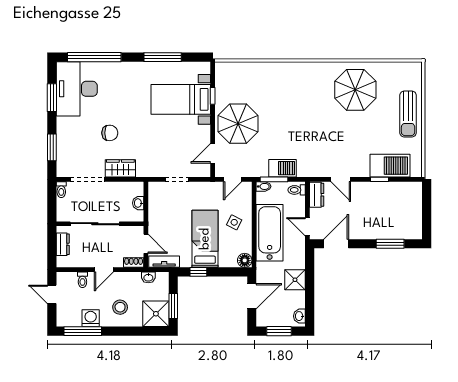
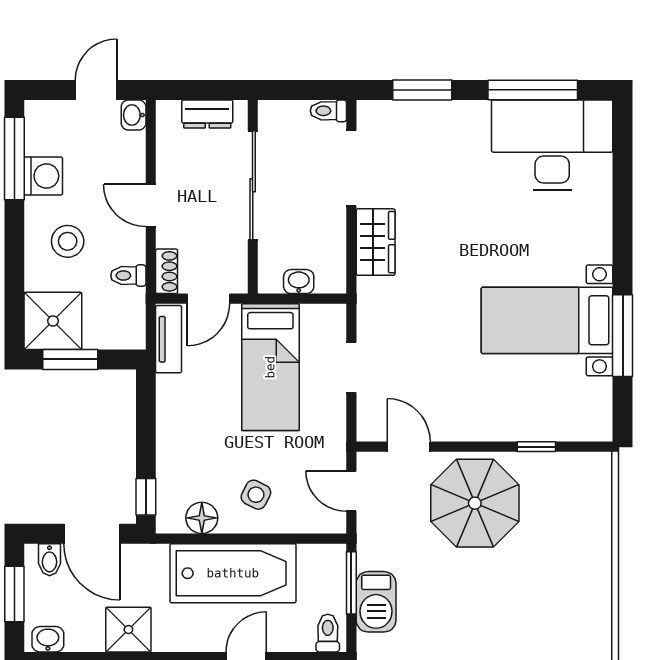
window: (94, 57) -> (623, 184), removed
window: (52, 98) -> (533, 90), width x1.44
bed with nightstands: (181, 99) -> (547, 320), moved, turned -90
chair: (110, 133) -> (454, 218), removed
bidet: (264, 186) -> (50, 560), moved
bed: (205, 239) -> (270, 367), moved, turned 90
floor lamp: (245, 260) -> (202, 518), moved
window: (198, 272) -> (146, 497), moved
washbasin: (148, 277) -> (134, 115), moved
toilet: (82, 280) -> (128, 276), moved

